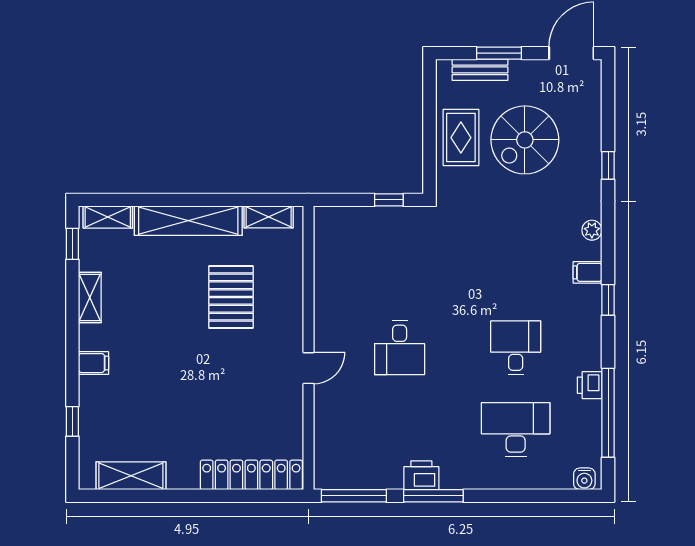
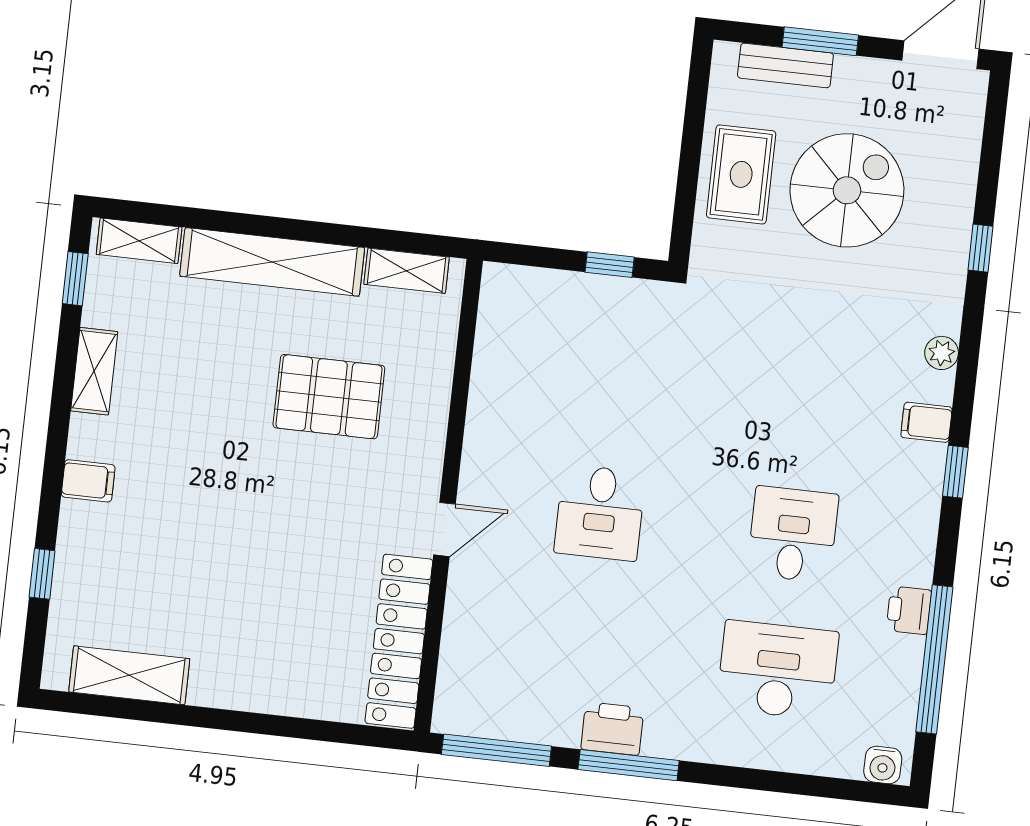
spiral stairs: (525, 140) -> (847, 190), turned 180
pallet: (231, 297) -> (329, 397), turned 90
locker: (251, 475) -> (399, 641), moved, turned -90

